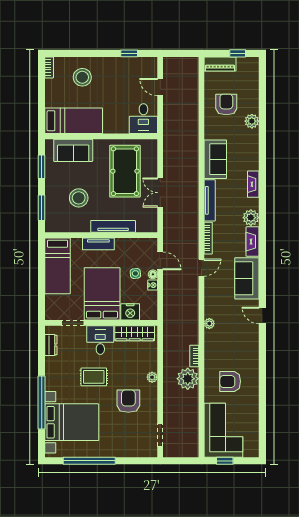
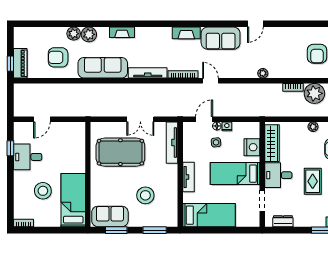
window: (238, 53) -> (10, 64), moved
stool: (82, 77) -> (43, 191), moved
desk: (143, 119) -> (28, 157), moved, turned 180
sofa: (73, 150) -> (110, 216), moved, turned -90
sofa: (215, 159) -> (103, 68), width x1.36
fireplace: (253, 184) -> (122, 32), moved
plant: (251, 218) -> (89, 34), moved
tv unit: (113, 226) -> (172, 143), moved
bed: (102, 294) -> (235, 174), width x0.67

